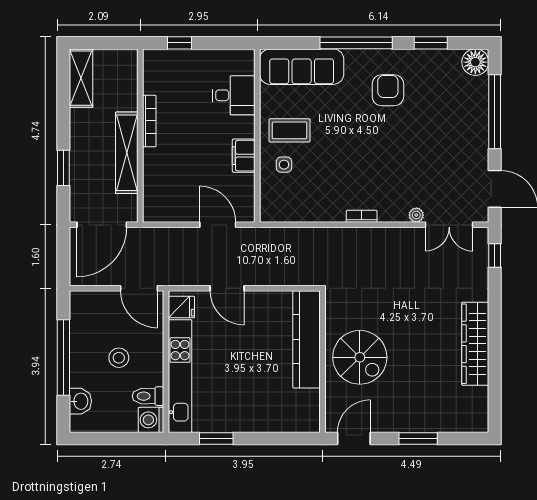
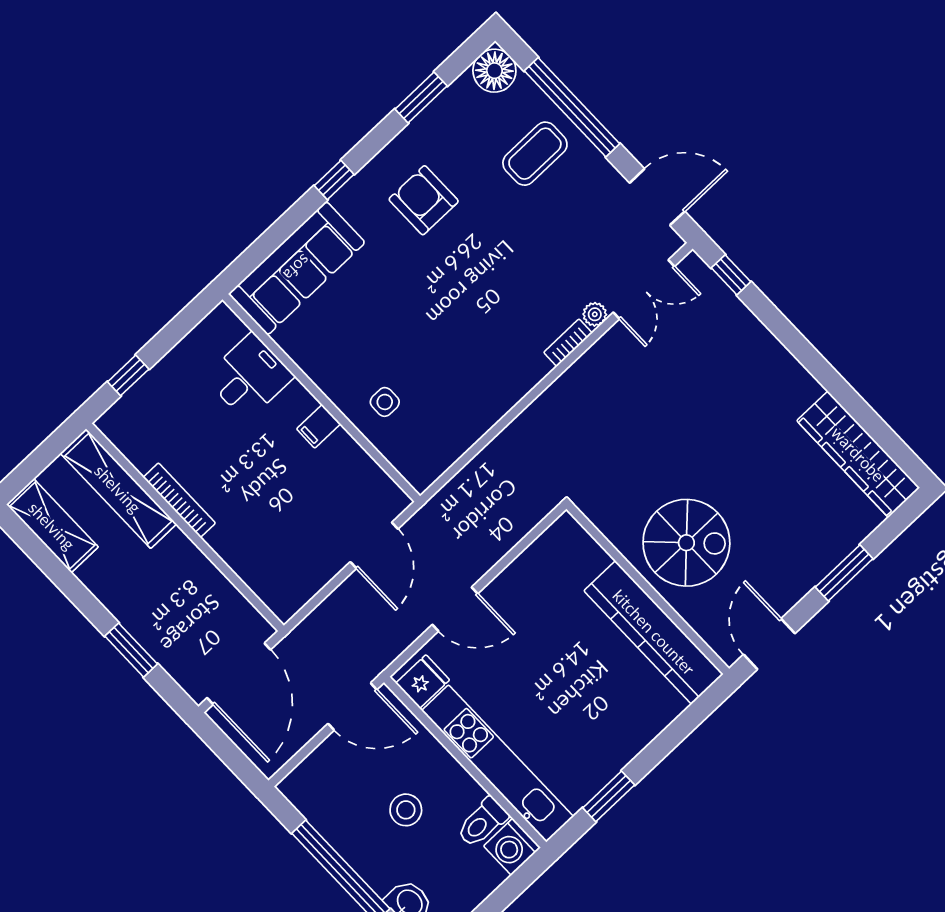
window: (356, 43) -> (334, 180), width x0.32
coffee table: (289, 130) -> (535, 154), moved
shelving: (127, 153) -> (118, 489), moved
filing cabinet: (244, 156) -> (318, 426), width x0.50
bookcase: (362, 216) -> (568, 343), moved
door: (218, 225) -> (374, 545), swing flipped
kitchen counter: (307, 339) -> (654, 632), moved
wardrobe: (475, 344) -> (858, 454), moved

